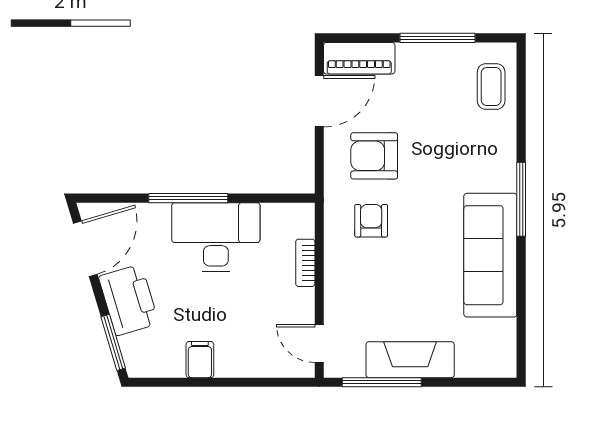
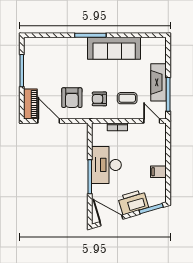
coffee table: (491, 86) -> (127, 98), moved
door: (319, 344) -> (152, 121), swing flipped

